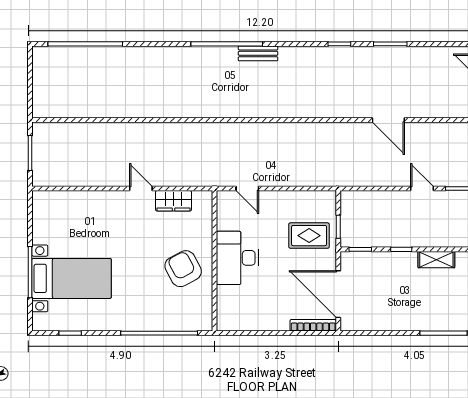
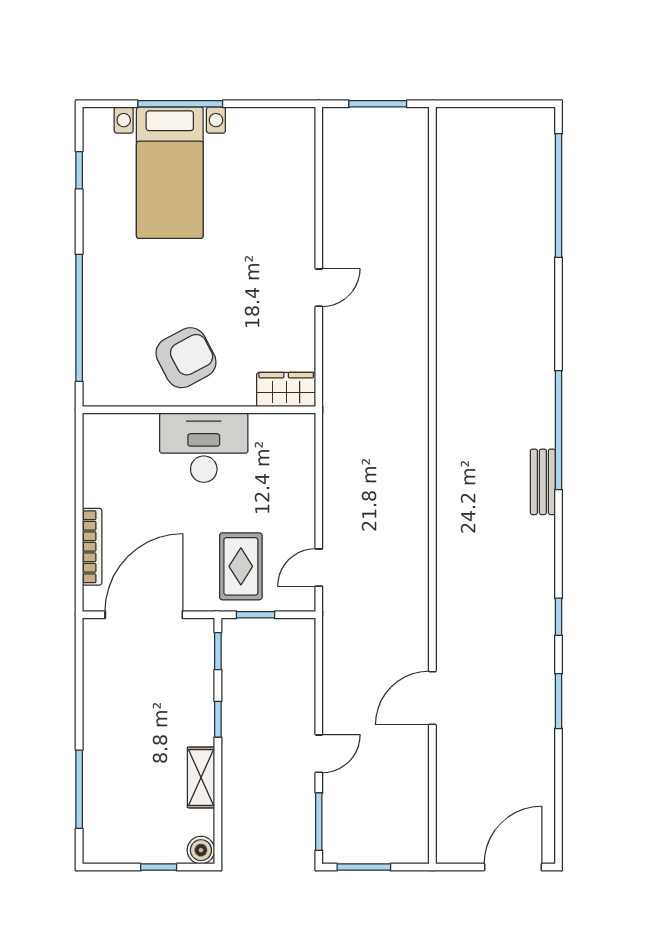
door: (247, 189) -> (319, 568), moved
wardrobe: (174, 201) -> (286, 389), moved, turned 90
bookcase: (313, 325) -> (92, 547), moved

